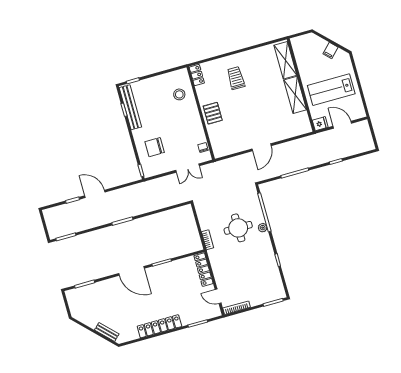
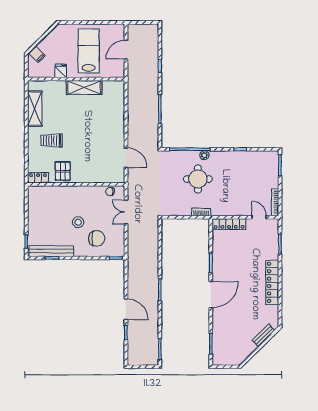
filing cabinet: (331, 51) -> (37, 54), moved
shelving: (285, 60) -> (35, 109), moved, turned 90
lab bench: (331, 90) -> (89, 51), turned 180
stool: (179, 94) -> (78, 222), moved
pallet: (213, 113) -> (63, 171), moved, turned 90
fridge: (320, 124) -> (61, 71), moved
chair: (155, 147) -> (97, 238), turned -90
door: (262, 147) -> (126, 158), moved
double door: (187, 168) -> (126, 212), swing flipped
door: (95, 194) -> (126, 309), swing flipped
door: (218, 296) -> (259, 217), swing flipped

